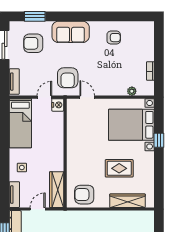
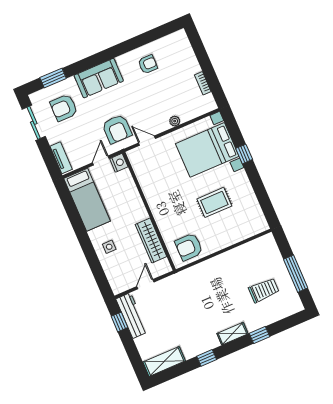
plant: (132, 91) -> (175, 121), moved
wardrobe: (57, 190) -> (151, 241), moved
tv unit: (14, 195) -> (114, 279), removed
wardrobe: (128, 201) -> (238, 234), removed

